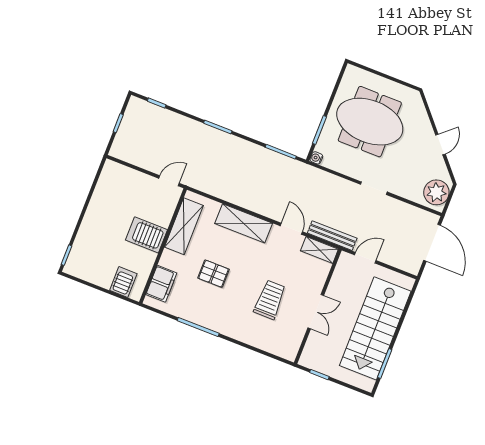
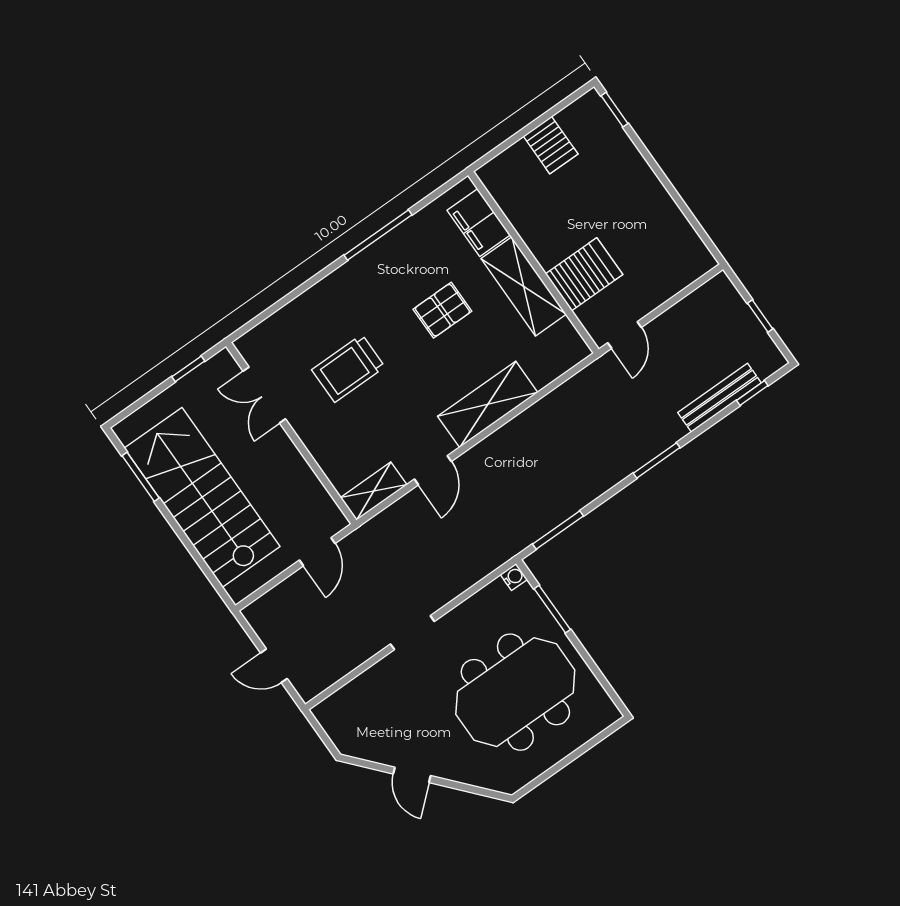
plant: (436, 192) -> (345, 722), removed
shelving: (184, 226) -> (524, 286), moved
door: (291, 229) -> (433, 470), hinge flipped
server rack: (146, 235) -> (584, 274), moved
bench: (332, 236) -> (719, 398), moved
door: (432, 243) -> (274, 666), width x0.53
server rack: (123, 282) -> (551, 145), moved
trolley: (270, 300) -> (348, 368), turned 90
double door: (316, 312) -> (264, 395), moved

